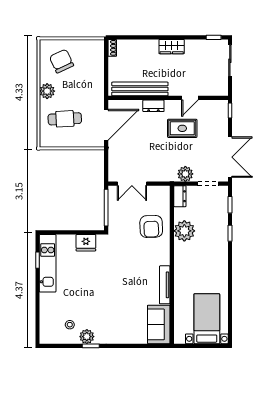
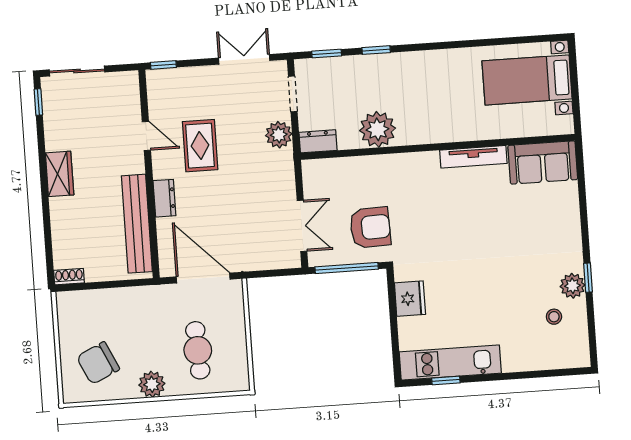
double door: (230, 157) -> (244, 59), width x0.73
armchair: (151, 226) -> (370, 227), moved

